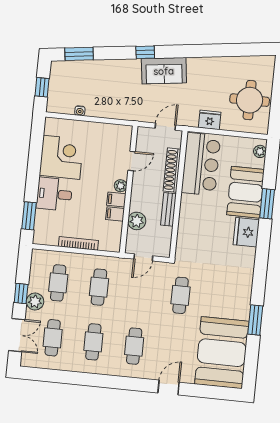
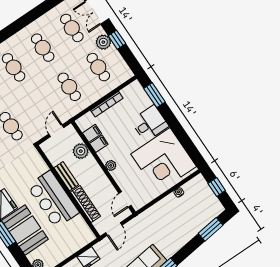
corner desk: (61, 157) -> (164, 160), width x1.36, depth x1.36
door: (132, 161) -> (125, 199), moved
bar counter: (201, 164) -> (53, 199), moved
filing cabinet: (116, 199) -> (92, 133), moved

